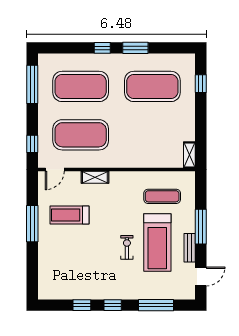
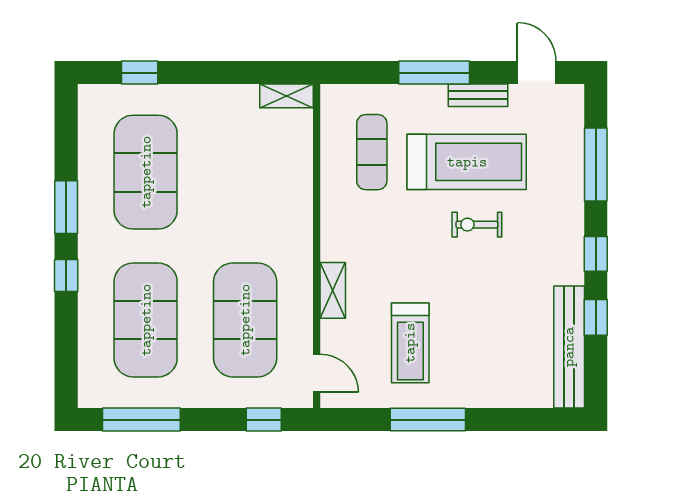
bench: (67, 292) -> (569, 347), added

